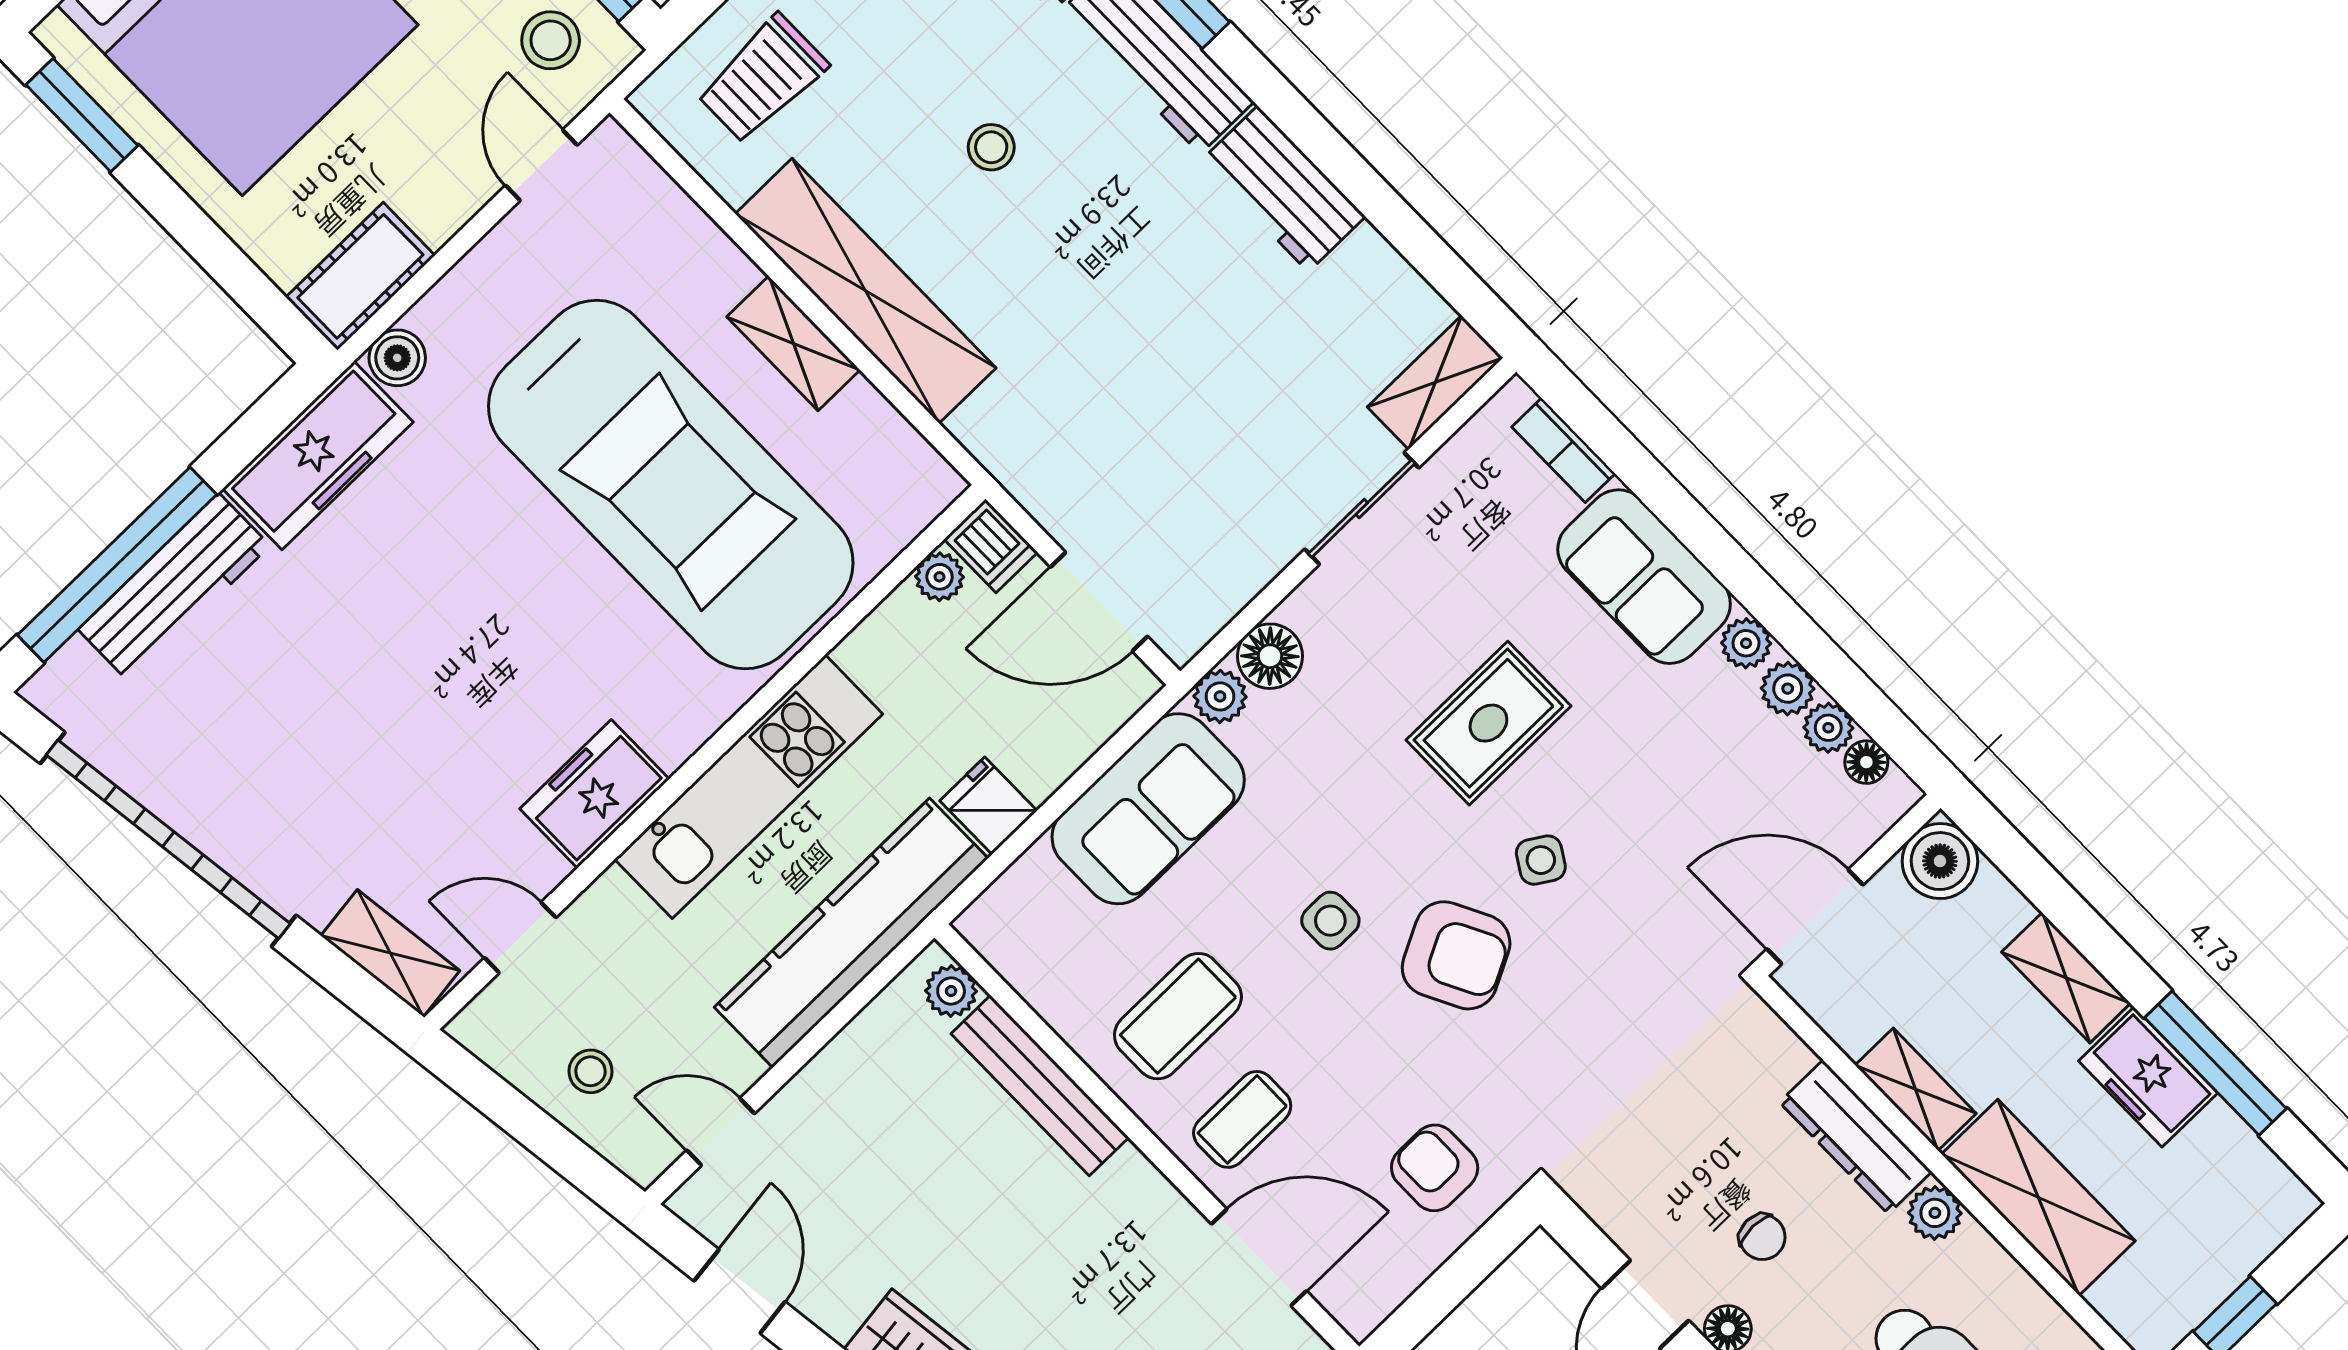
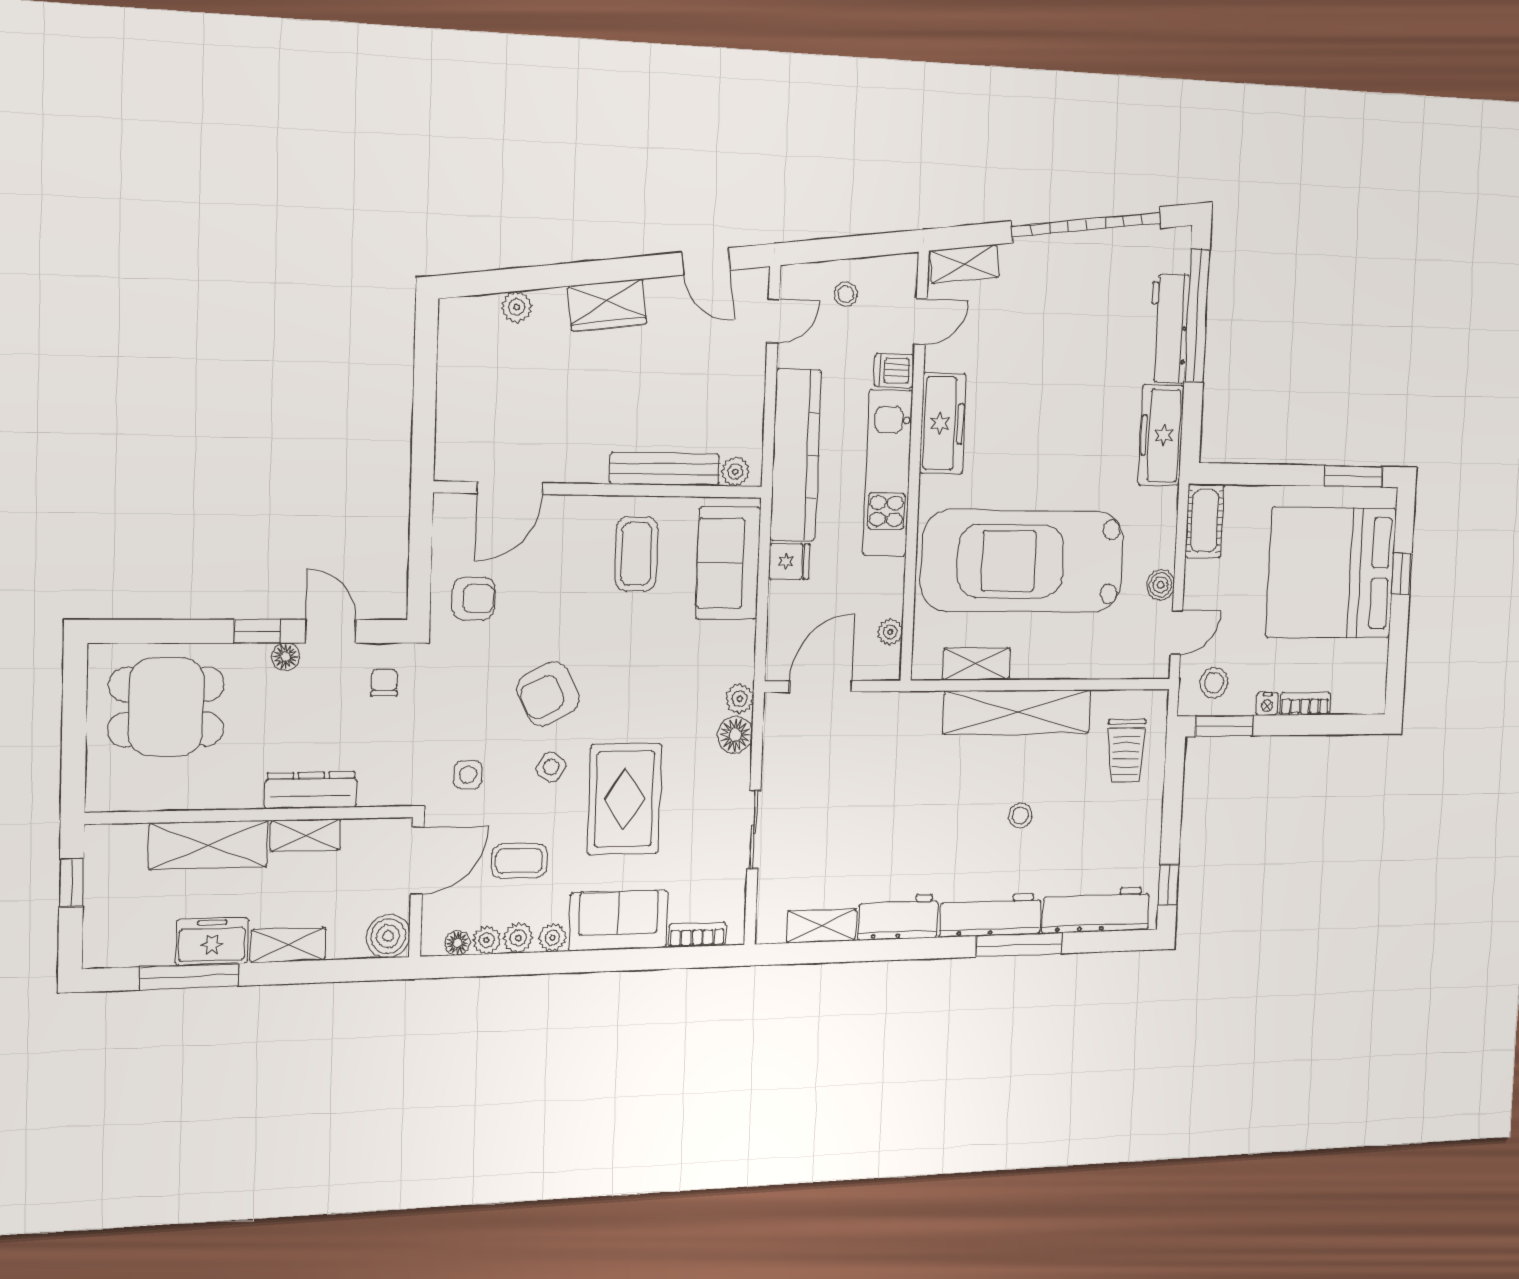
trolley: (762, 79) -> (1126, 751), turned 180
door: (541, 165) -> (1176, 633), hinge flipped
shelving: (793, 343) -> (976, 664), moved
boiler: (397, 358) -> (1161, 585), moved
shelving: (1435, 382) -> (821, 926), moved, turned 90
dishwasher: (991, 546) -> (894, 370), moved
rug: (1488, 723) -> (624, 799), width x1.36, depth x1.43
freezer: (595, 794) -> (943, 423), width x1.40
sofa: (1148, 809) -> (728, 563), moved
side table: (1330, 921) -> (468, 775), moved
coffee table: (1242, 1119) -> (519, 861), moved, turned 90
plant: (1935, 1213) -> (246, 794), removed
chair: (1762, 1237) -> (384, 683), moved, turned 90

